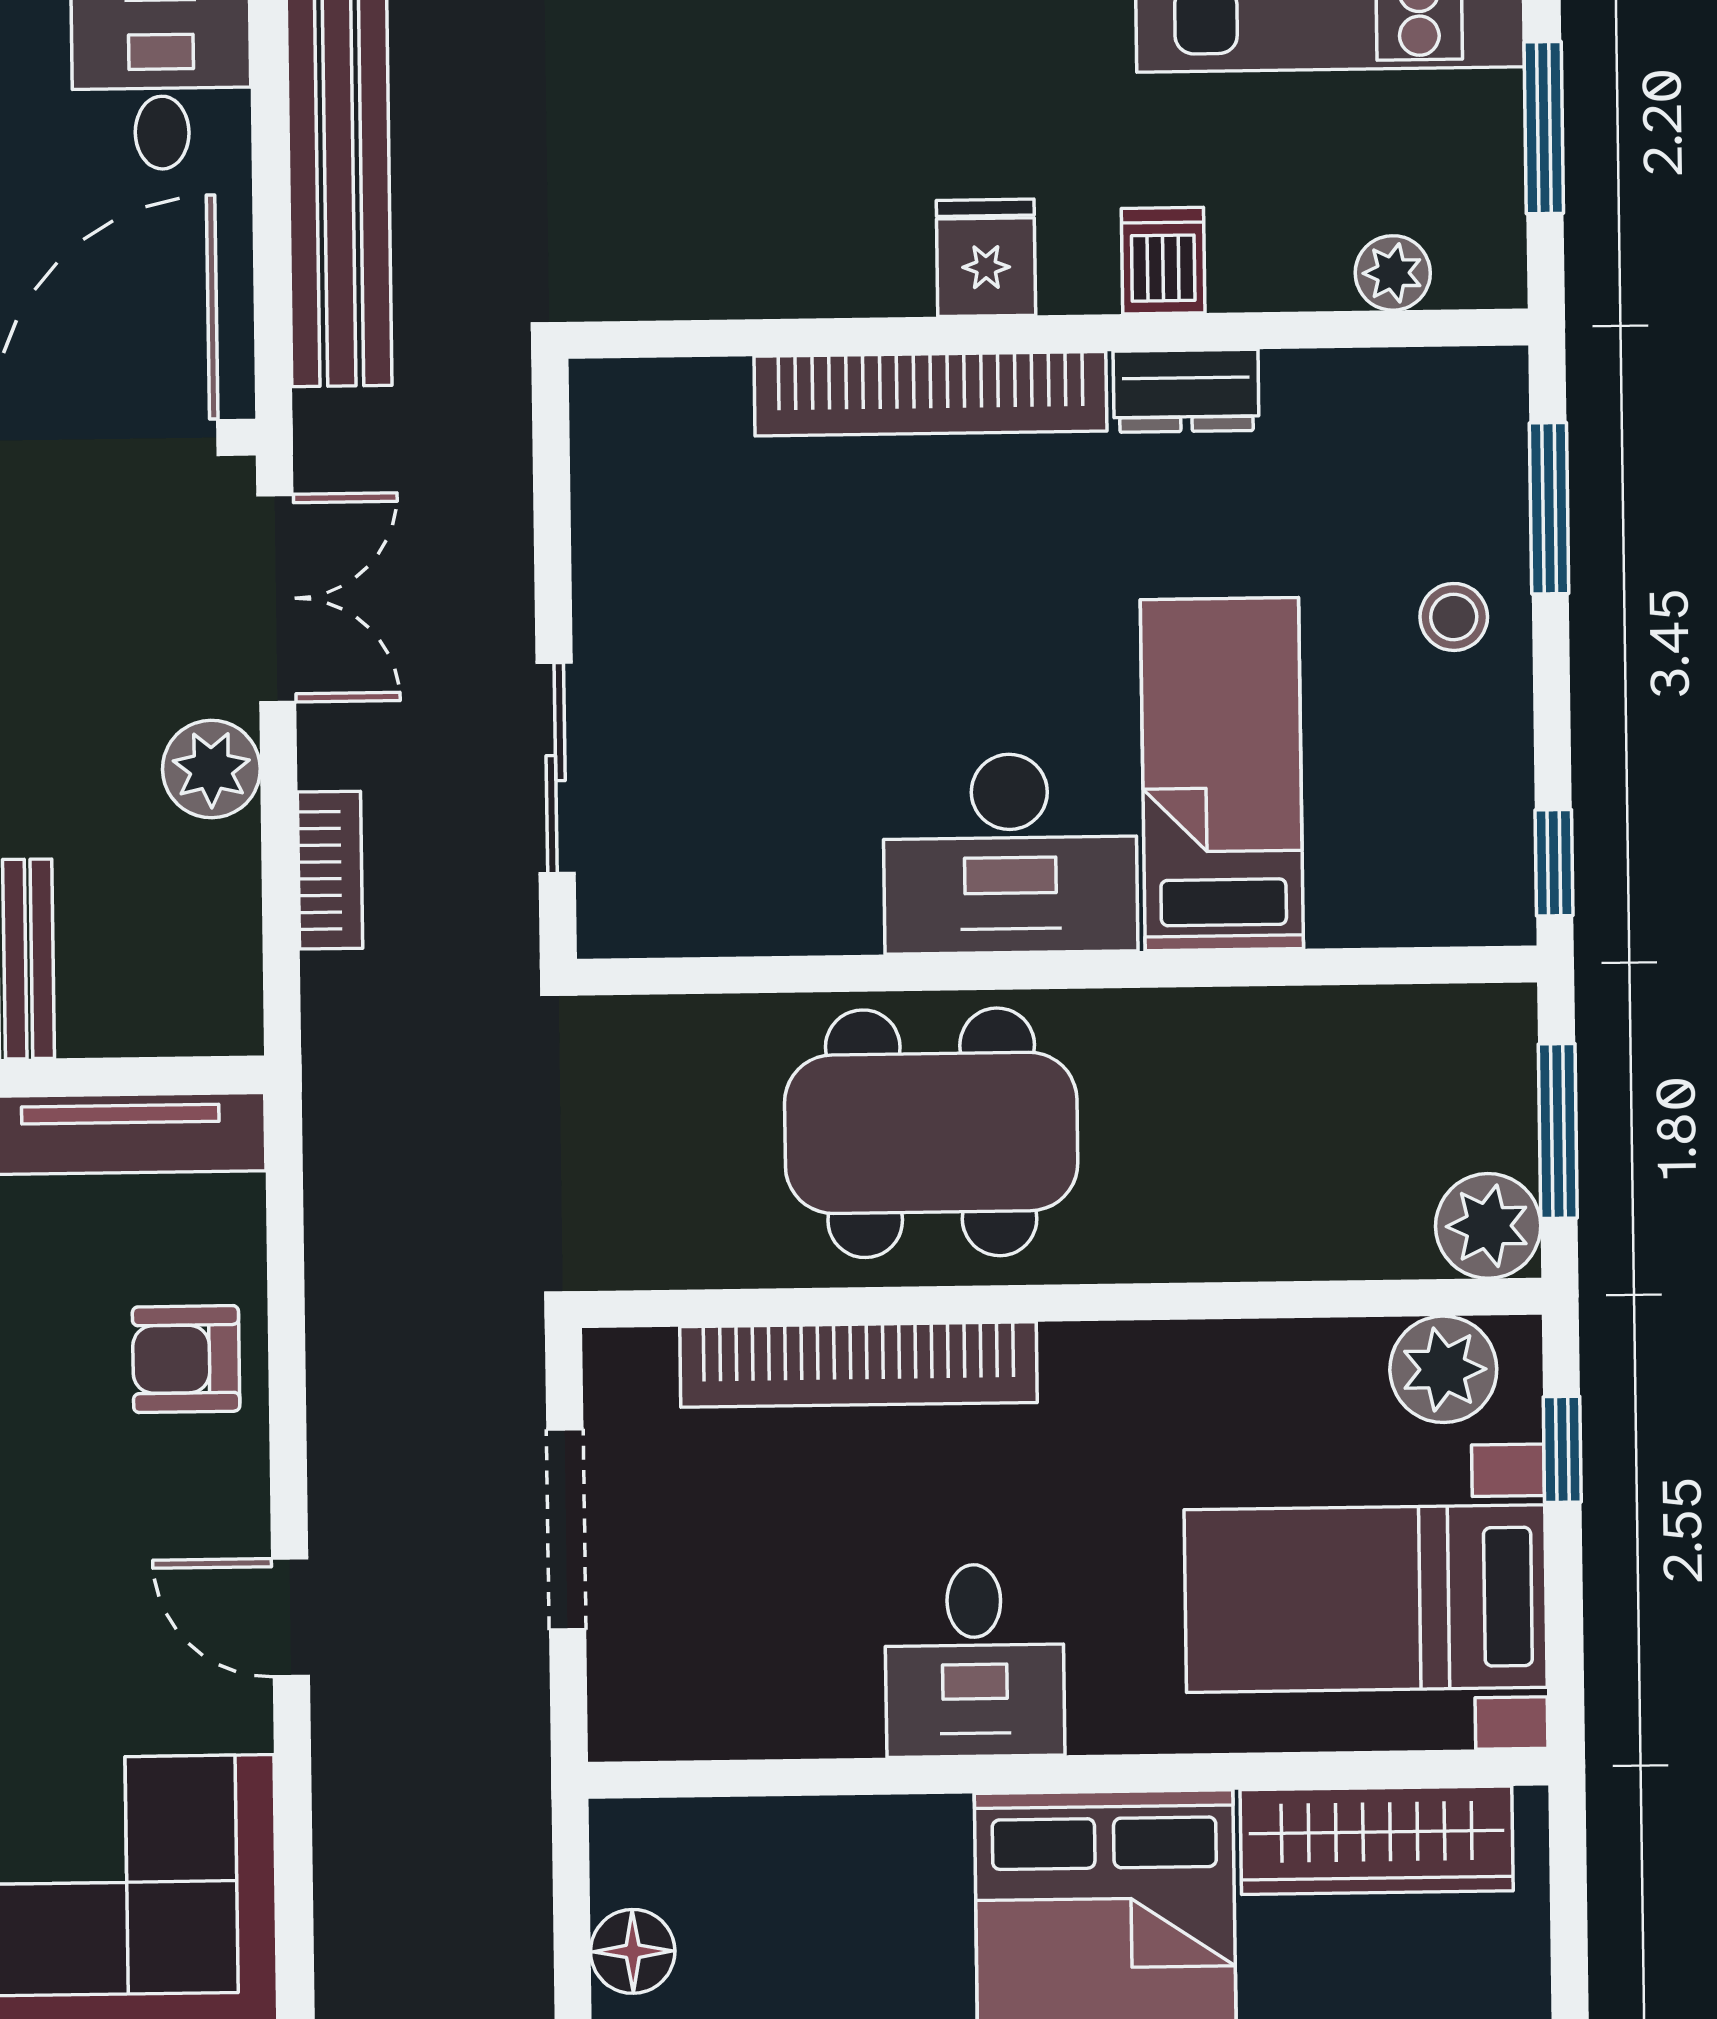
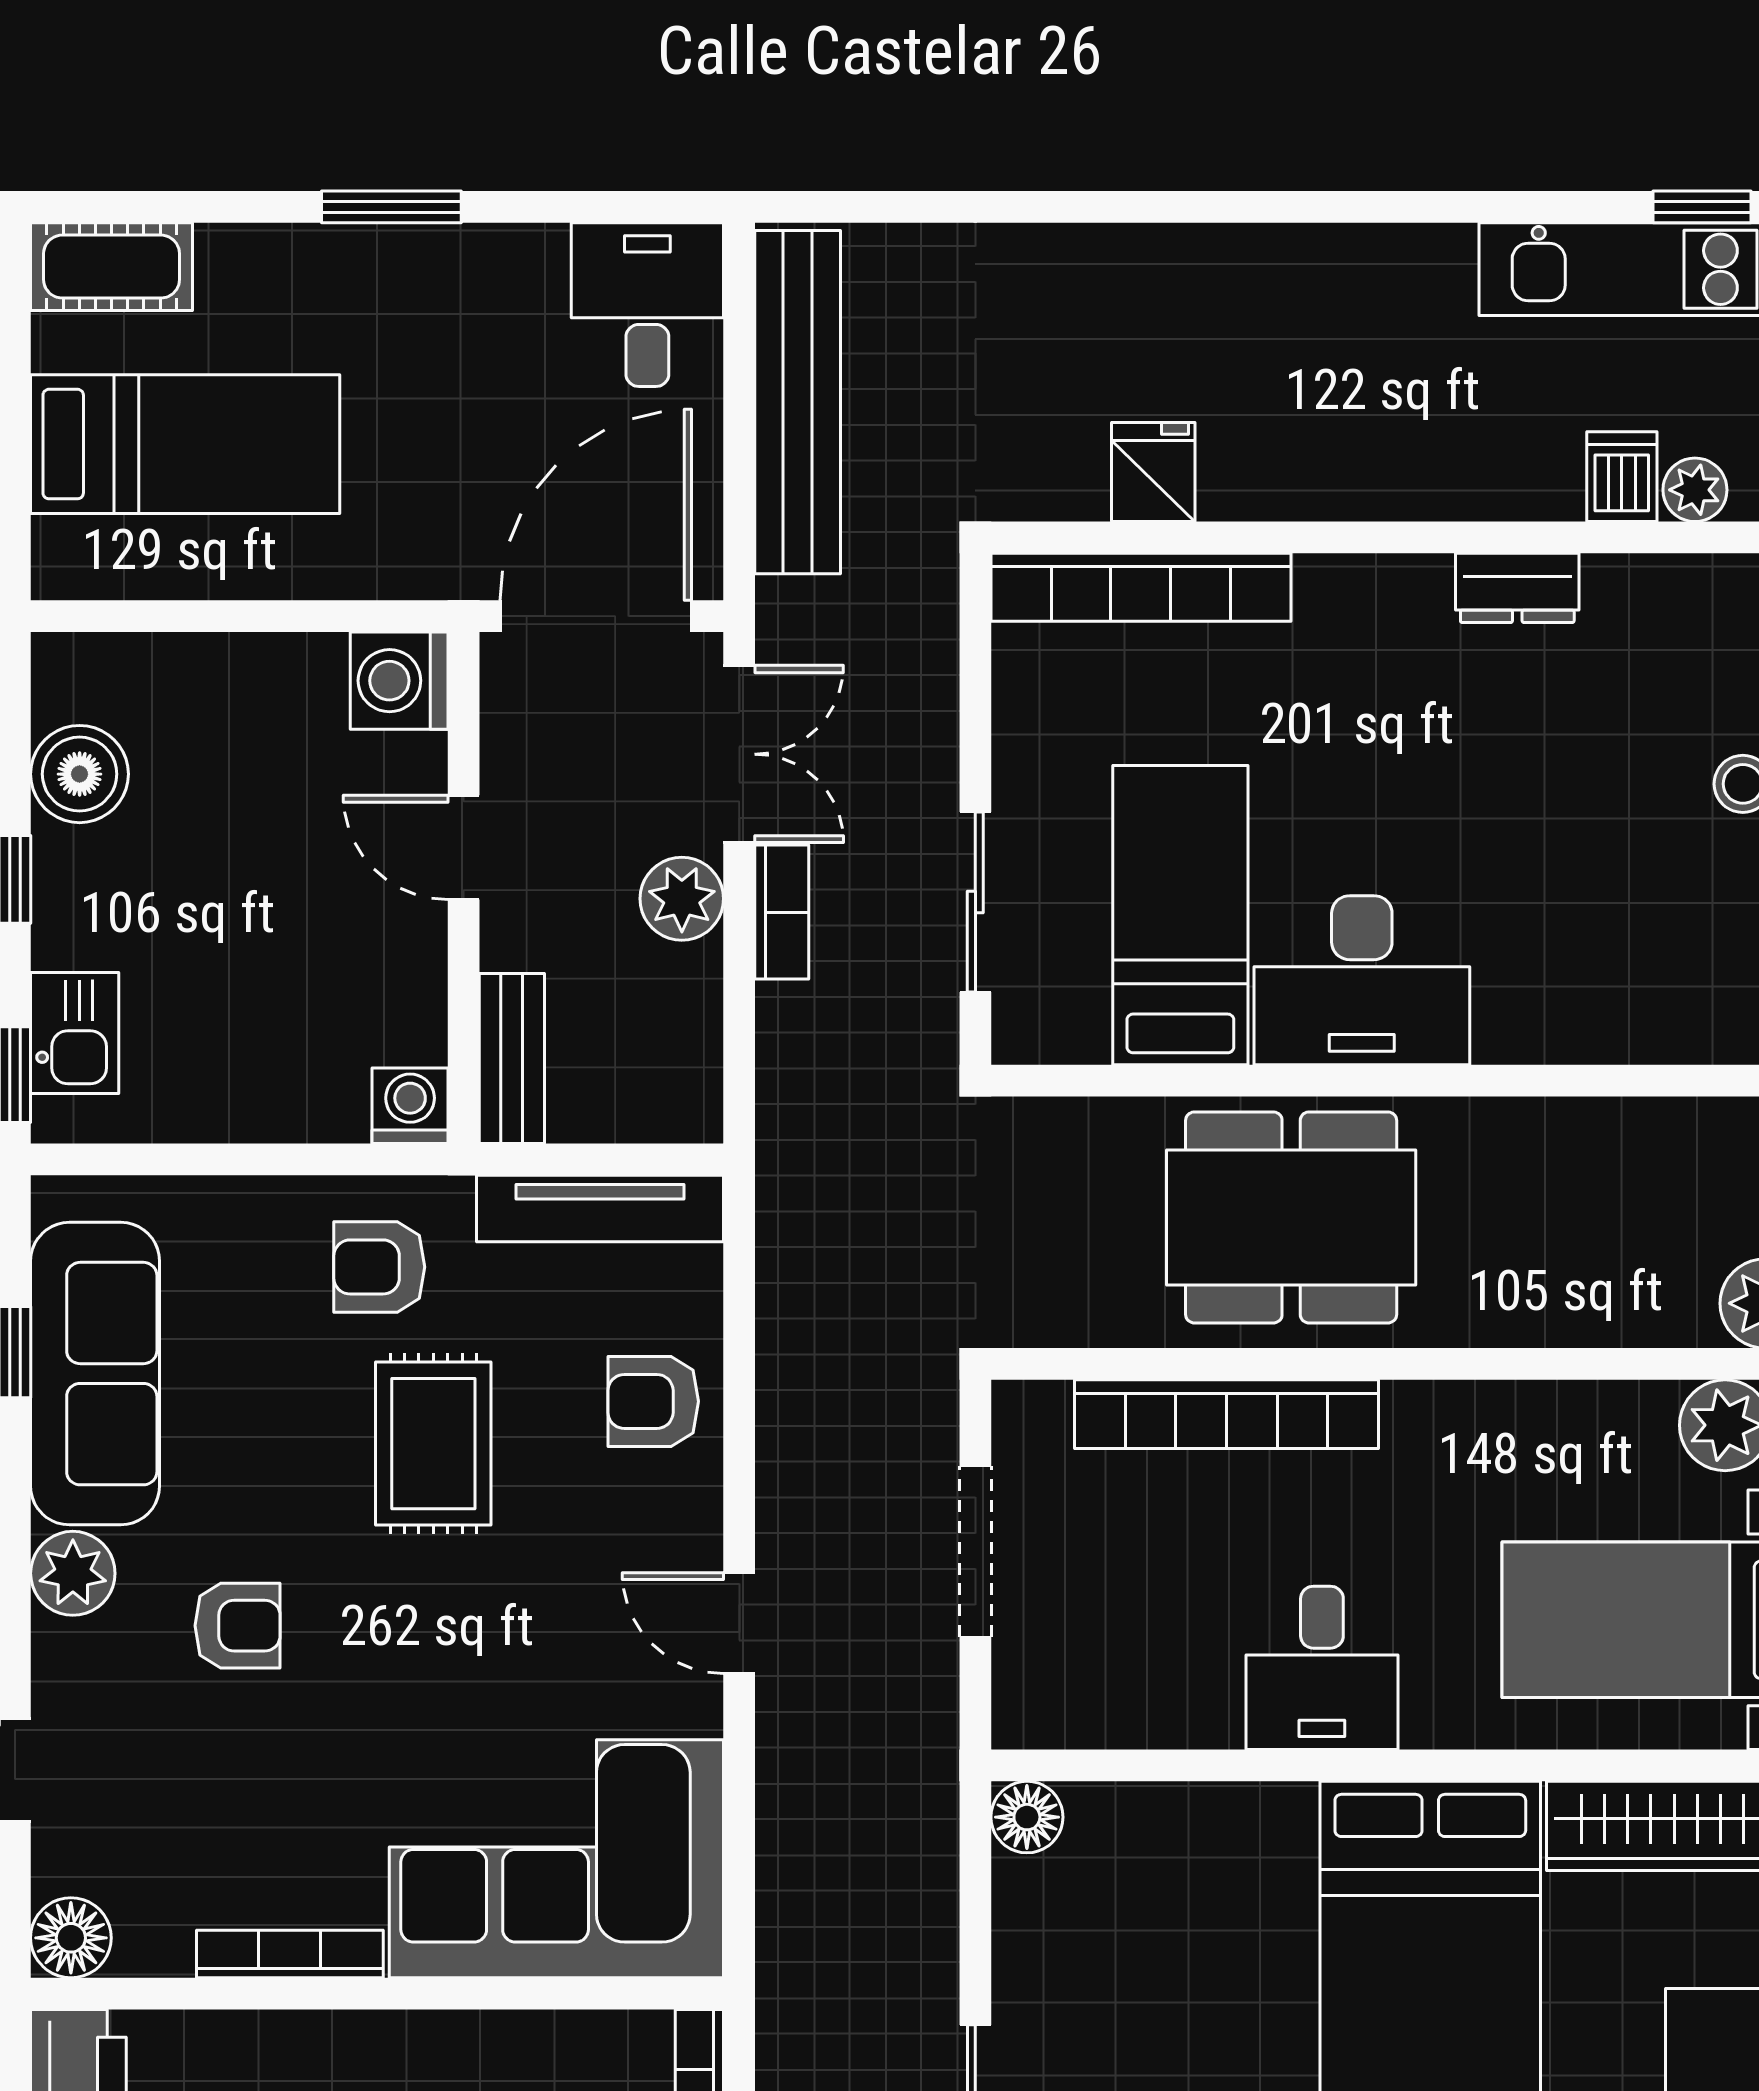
fridge: (986, 258) -> (1153, 472), moved
dishwasher: (1163, 261) -> (1622, 477), moved
bookcase: (930, 394) -> (1141, 587), moved
bed: (1222, 774) -> (1180, 915), moved
bookcase: (330, 870) -> (782, 912), moved
floor lamp: (633, 1951) -> (1027, 1817), moved

